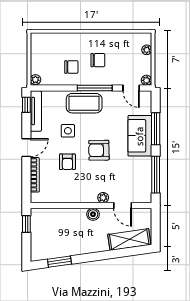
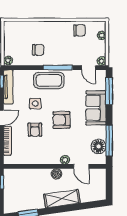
chair: (98, 60) -> (79, 30), moved
window: (156, 129) -> (109, 91), moved
floor lamp: (143, 182) -> (98, 146), added
shelving: (129, 239) -> (62, 199), moved

